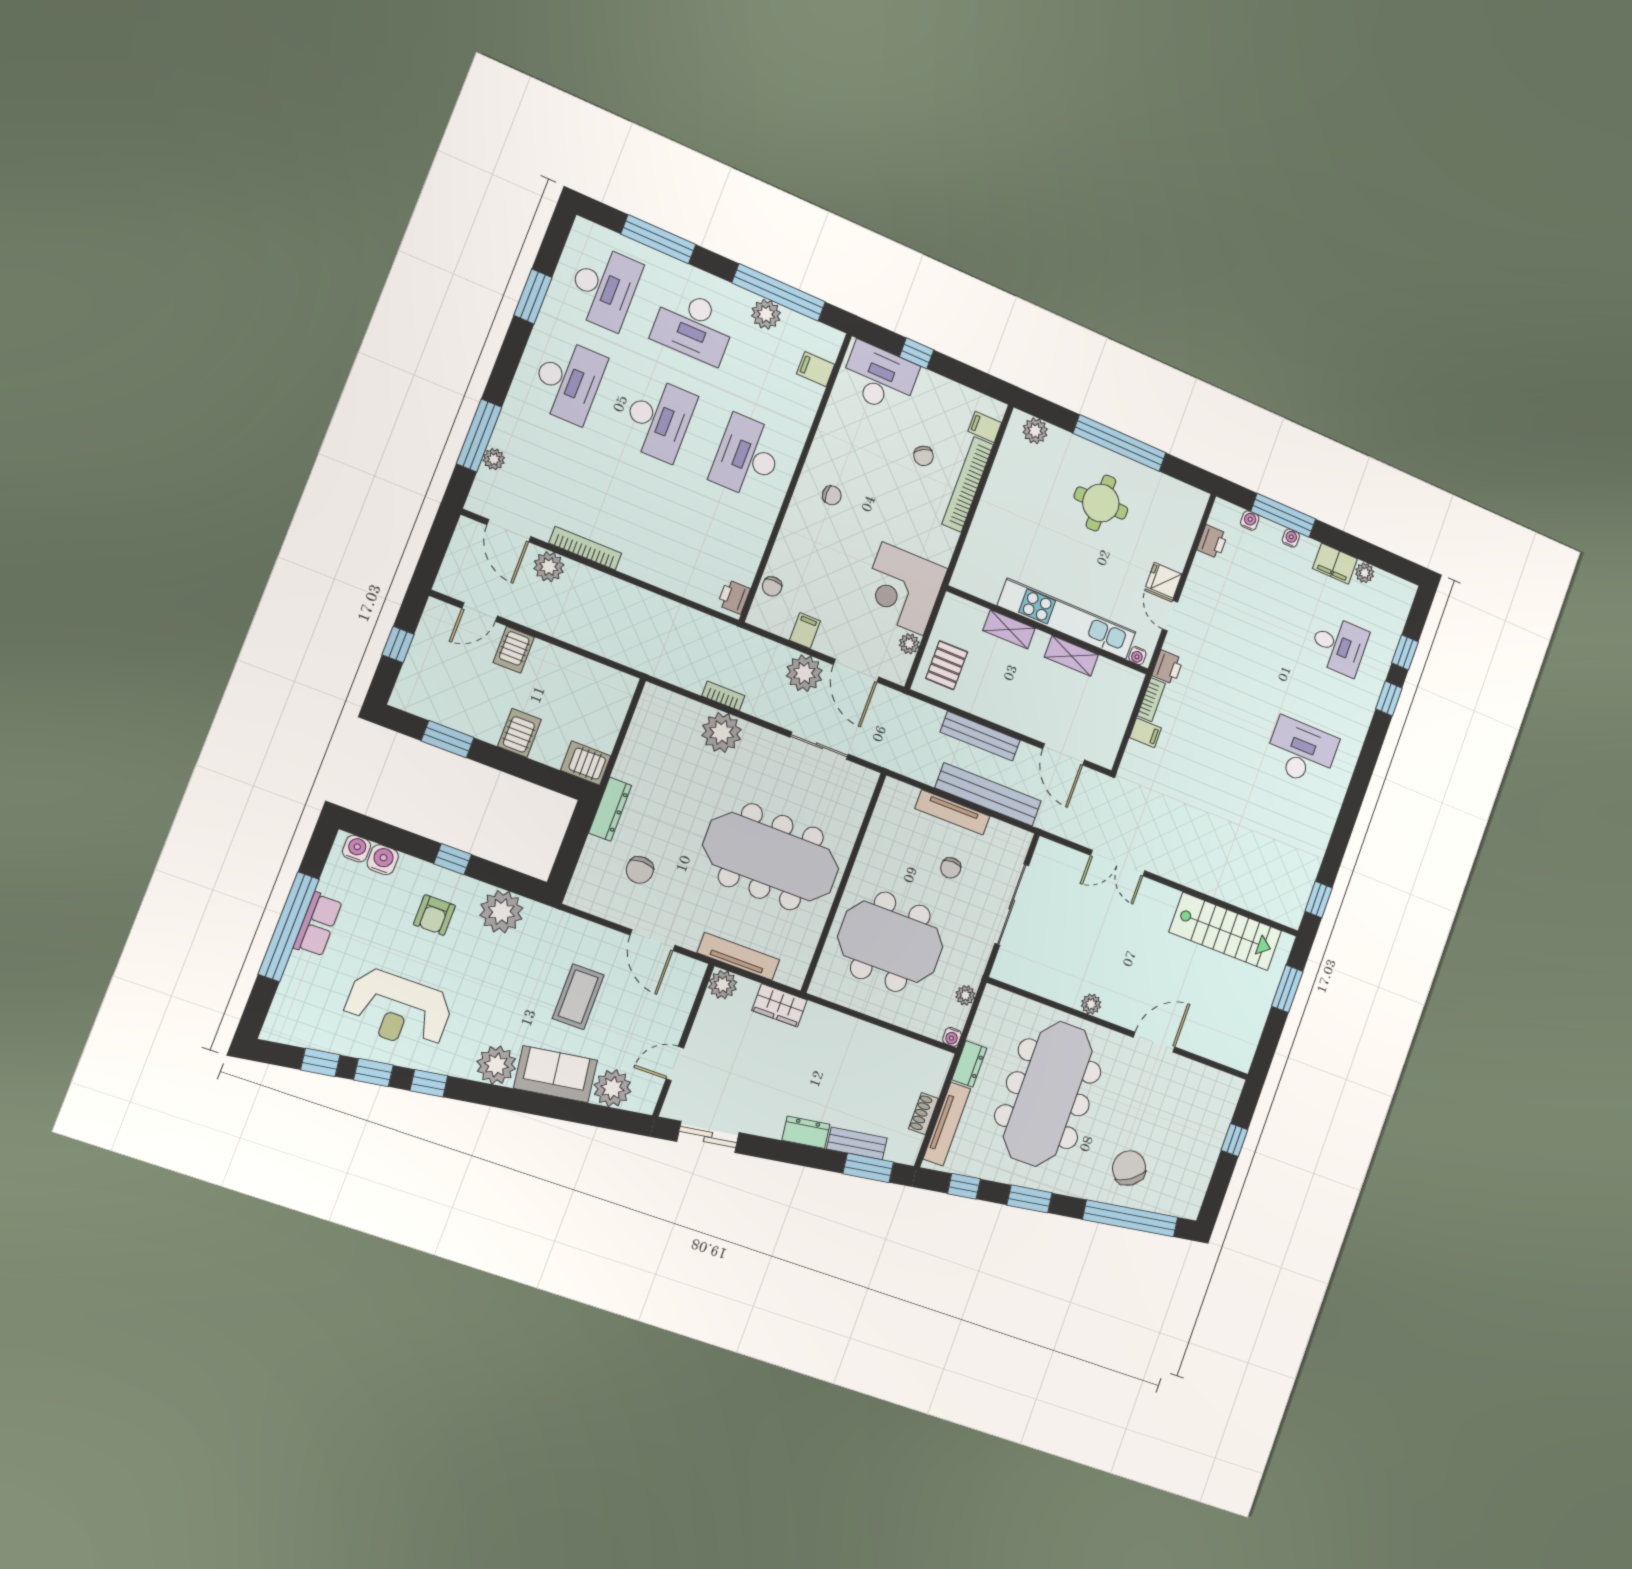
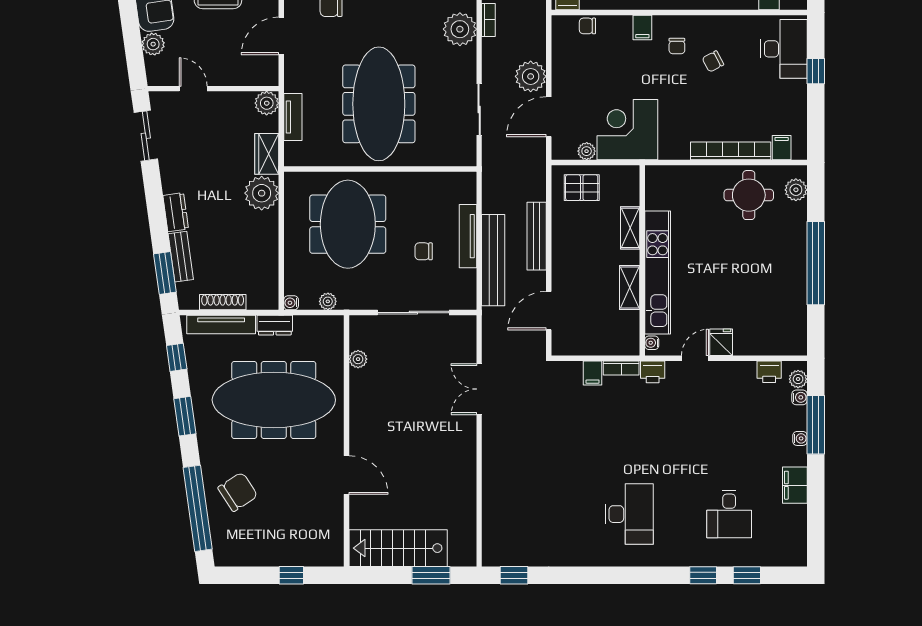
chair: (924, 456) -> (713, 61), moved
round table: (1101, 503) -> (749, 195), moved
plant: (1365, 573) -> (798, 379), moved
filing cabinet: (805, 631) -> (642, 28), moved, turned 90
stairs: (1225, 931) -> (398, 548), moved, turned 90
tv unit: (738, 956) -> (293, 117), width x0.71
plant: (1091, 1004) -> (358, 359), moved
plant: (821, 1027) -> (262, 193), added
plant: (612, 1088) -> (153, 44), width x0.73, depth x0.73
shoe rack: (923, 1114) -> (223, 302), width x1.43

